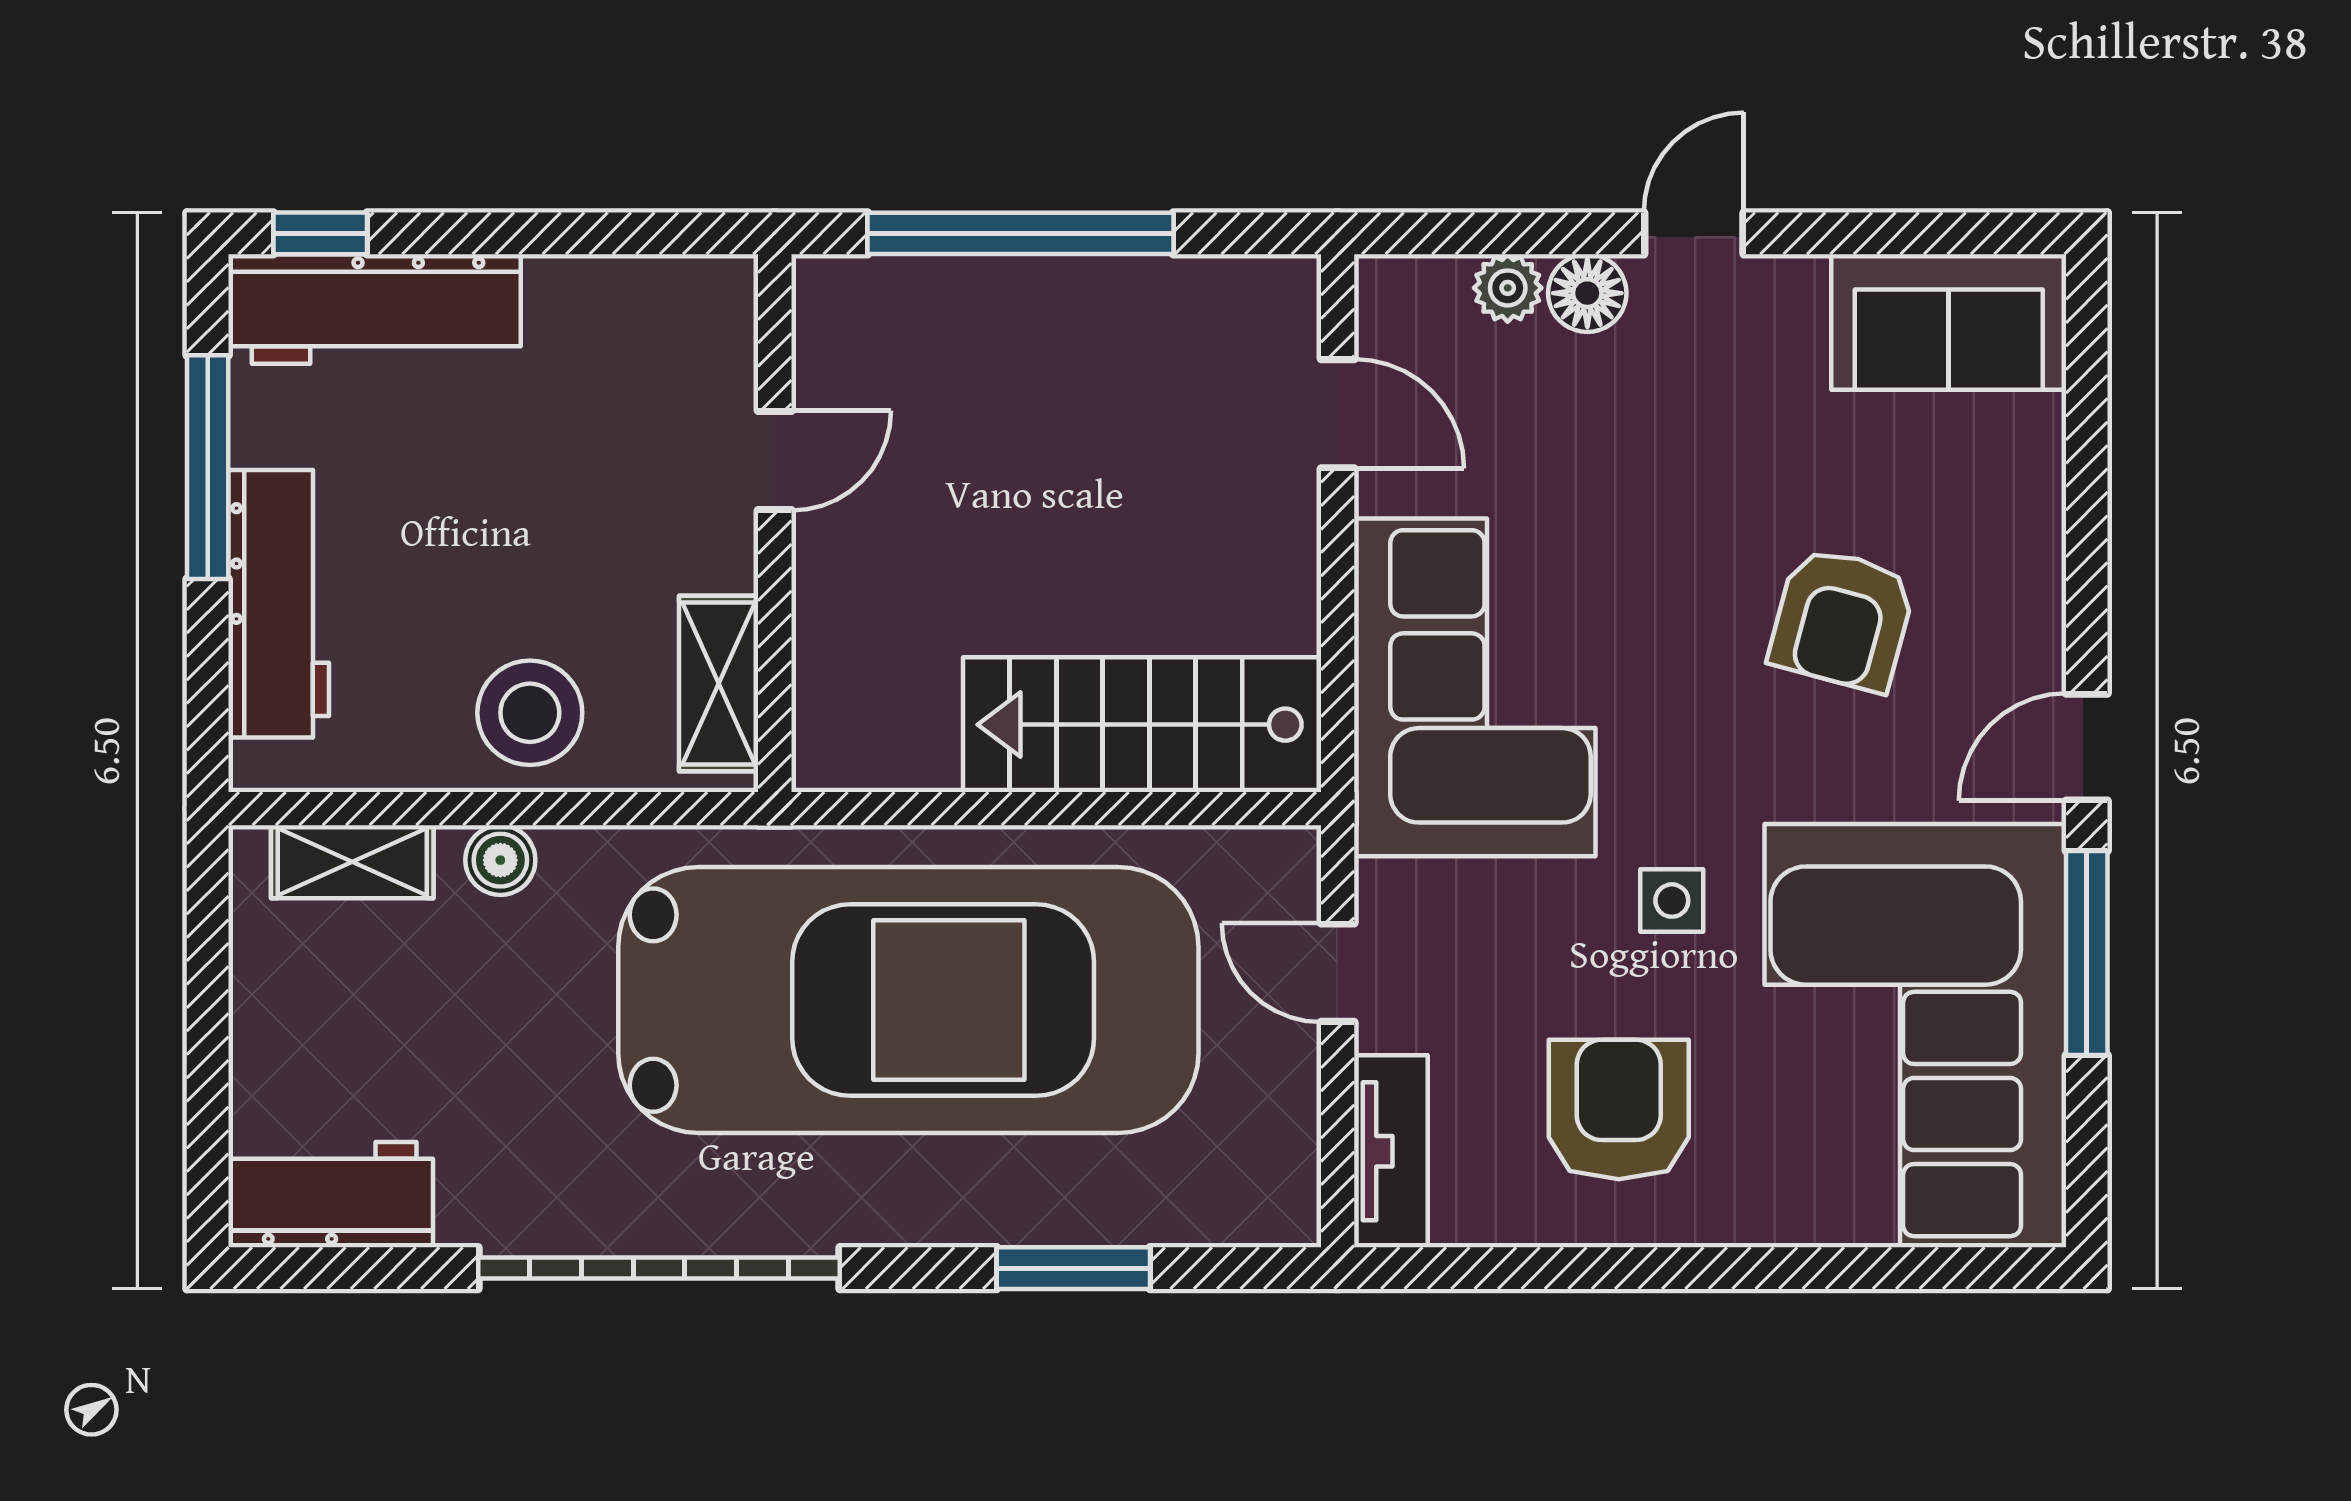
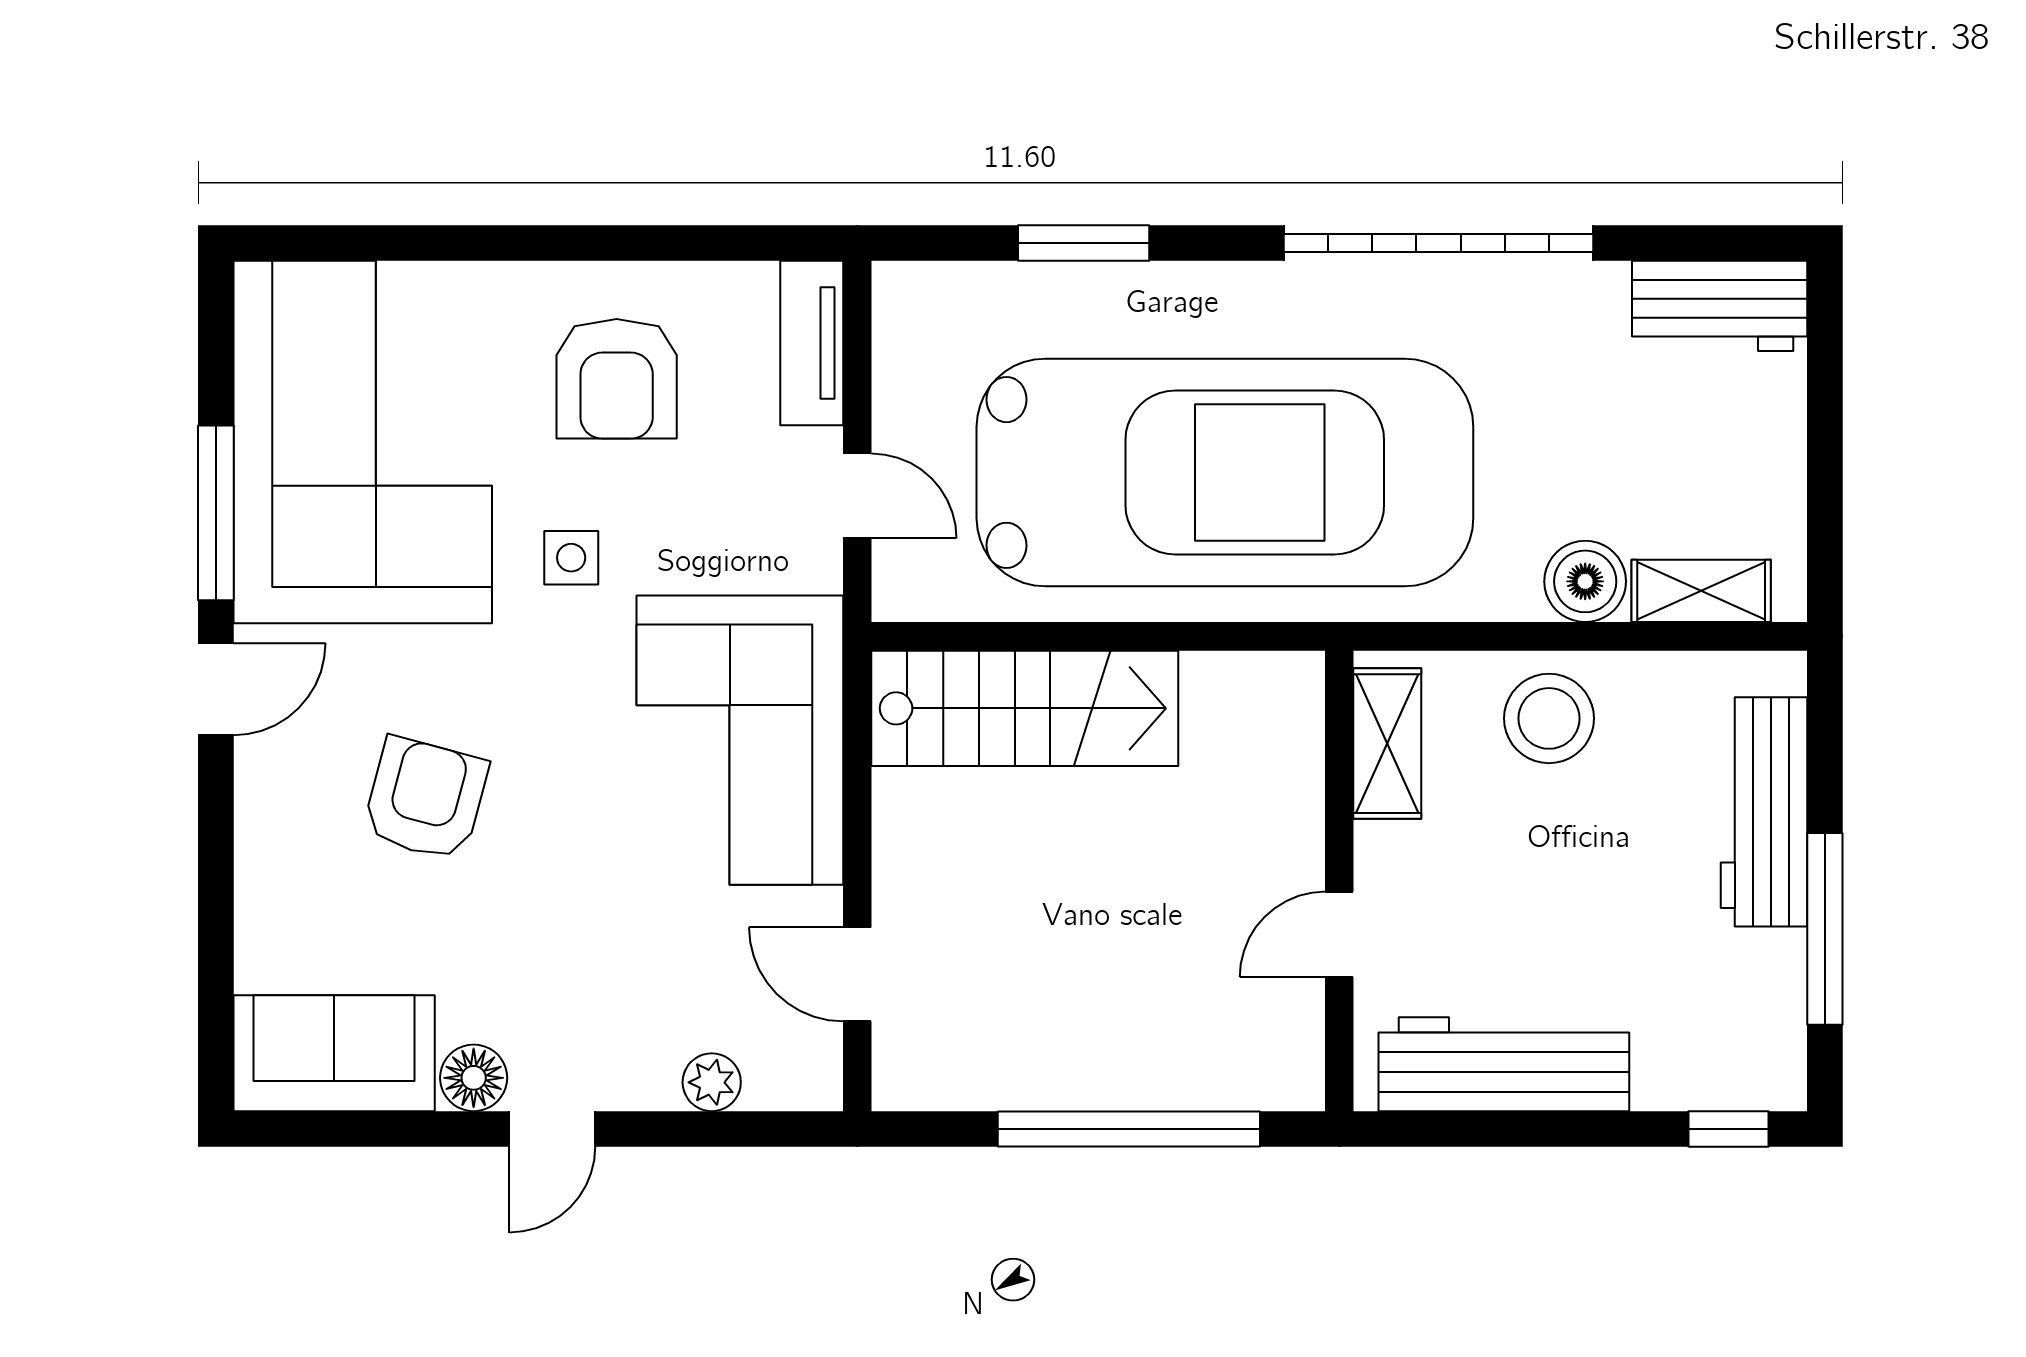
floor lamp: (1587, 293) -> (474, 1078), moved
workbench: (375, 309) -> (1504, 1064), moved
boiler: (500, 860) -> (1585, 581), width x1.36, depth x1.36
car: (908, 1000) -> (1225, 472), turned 180

